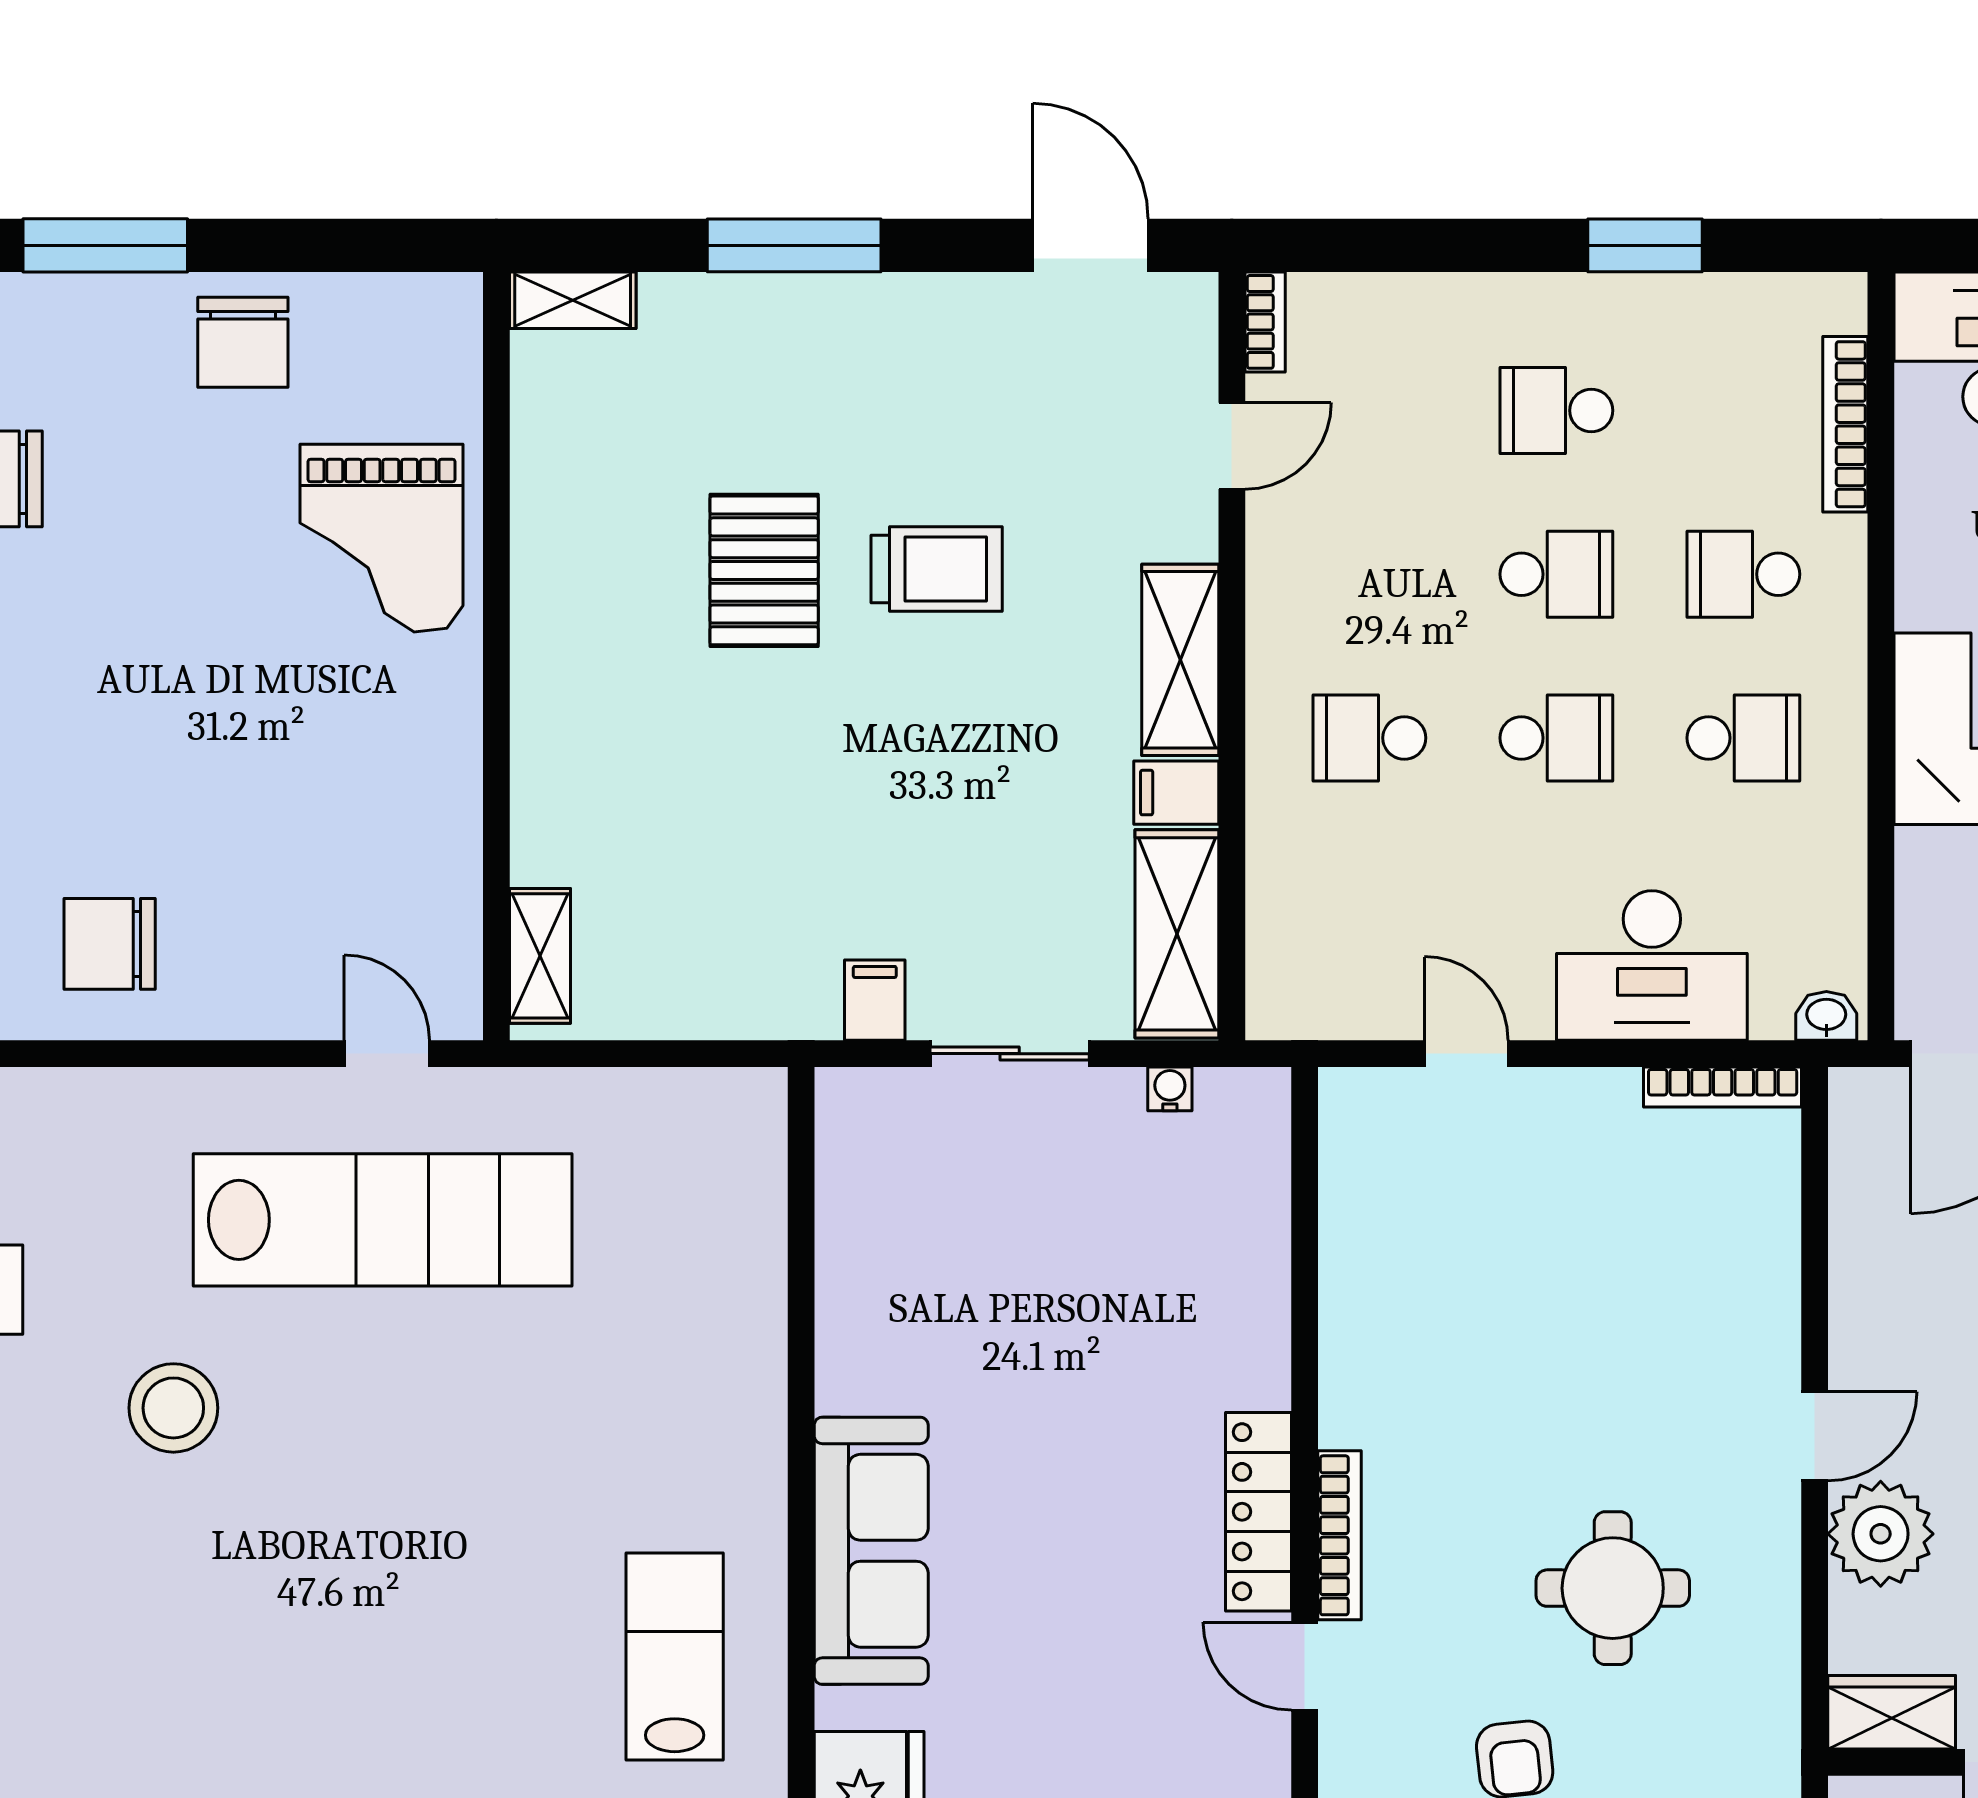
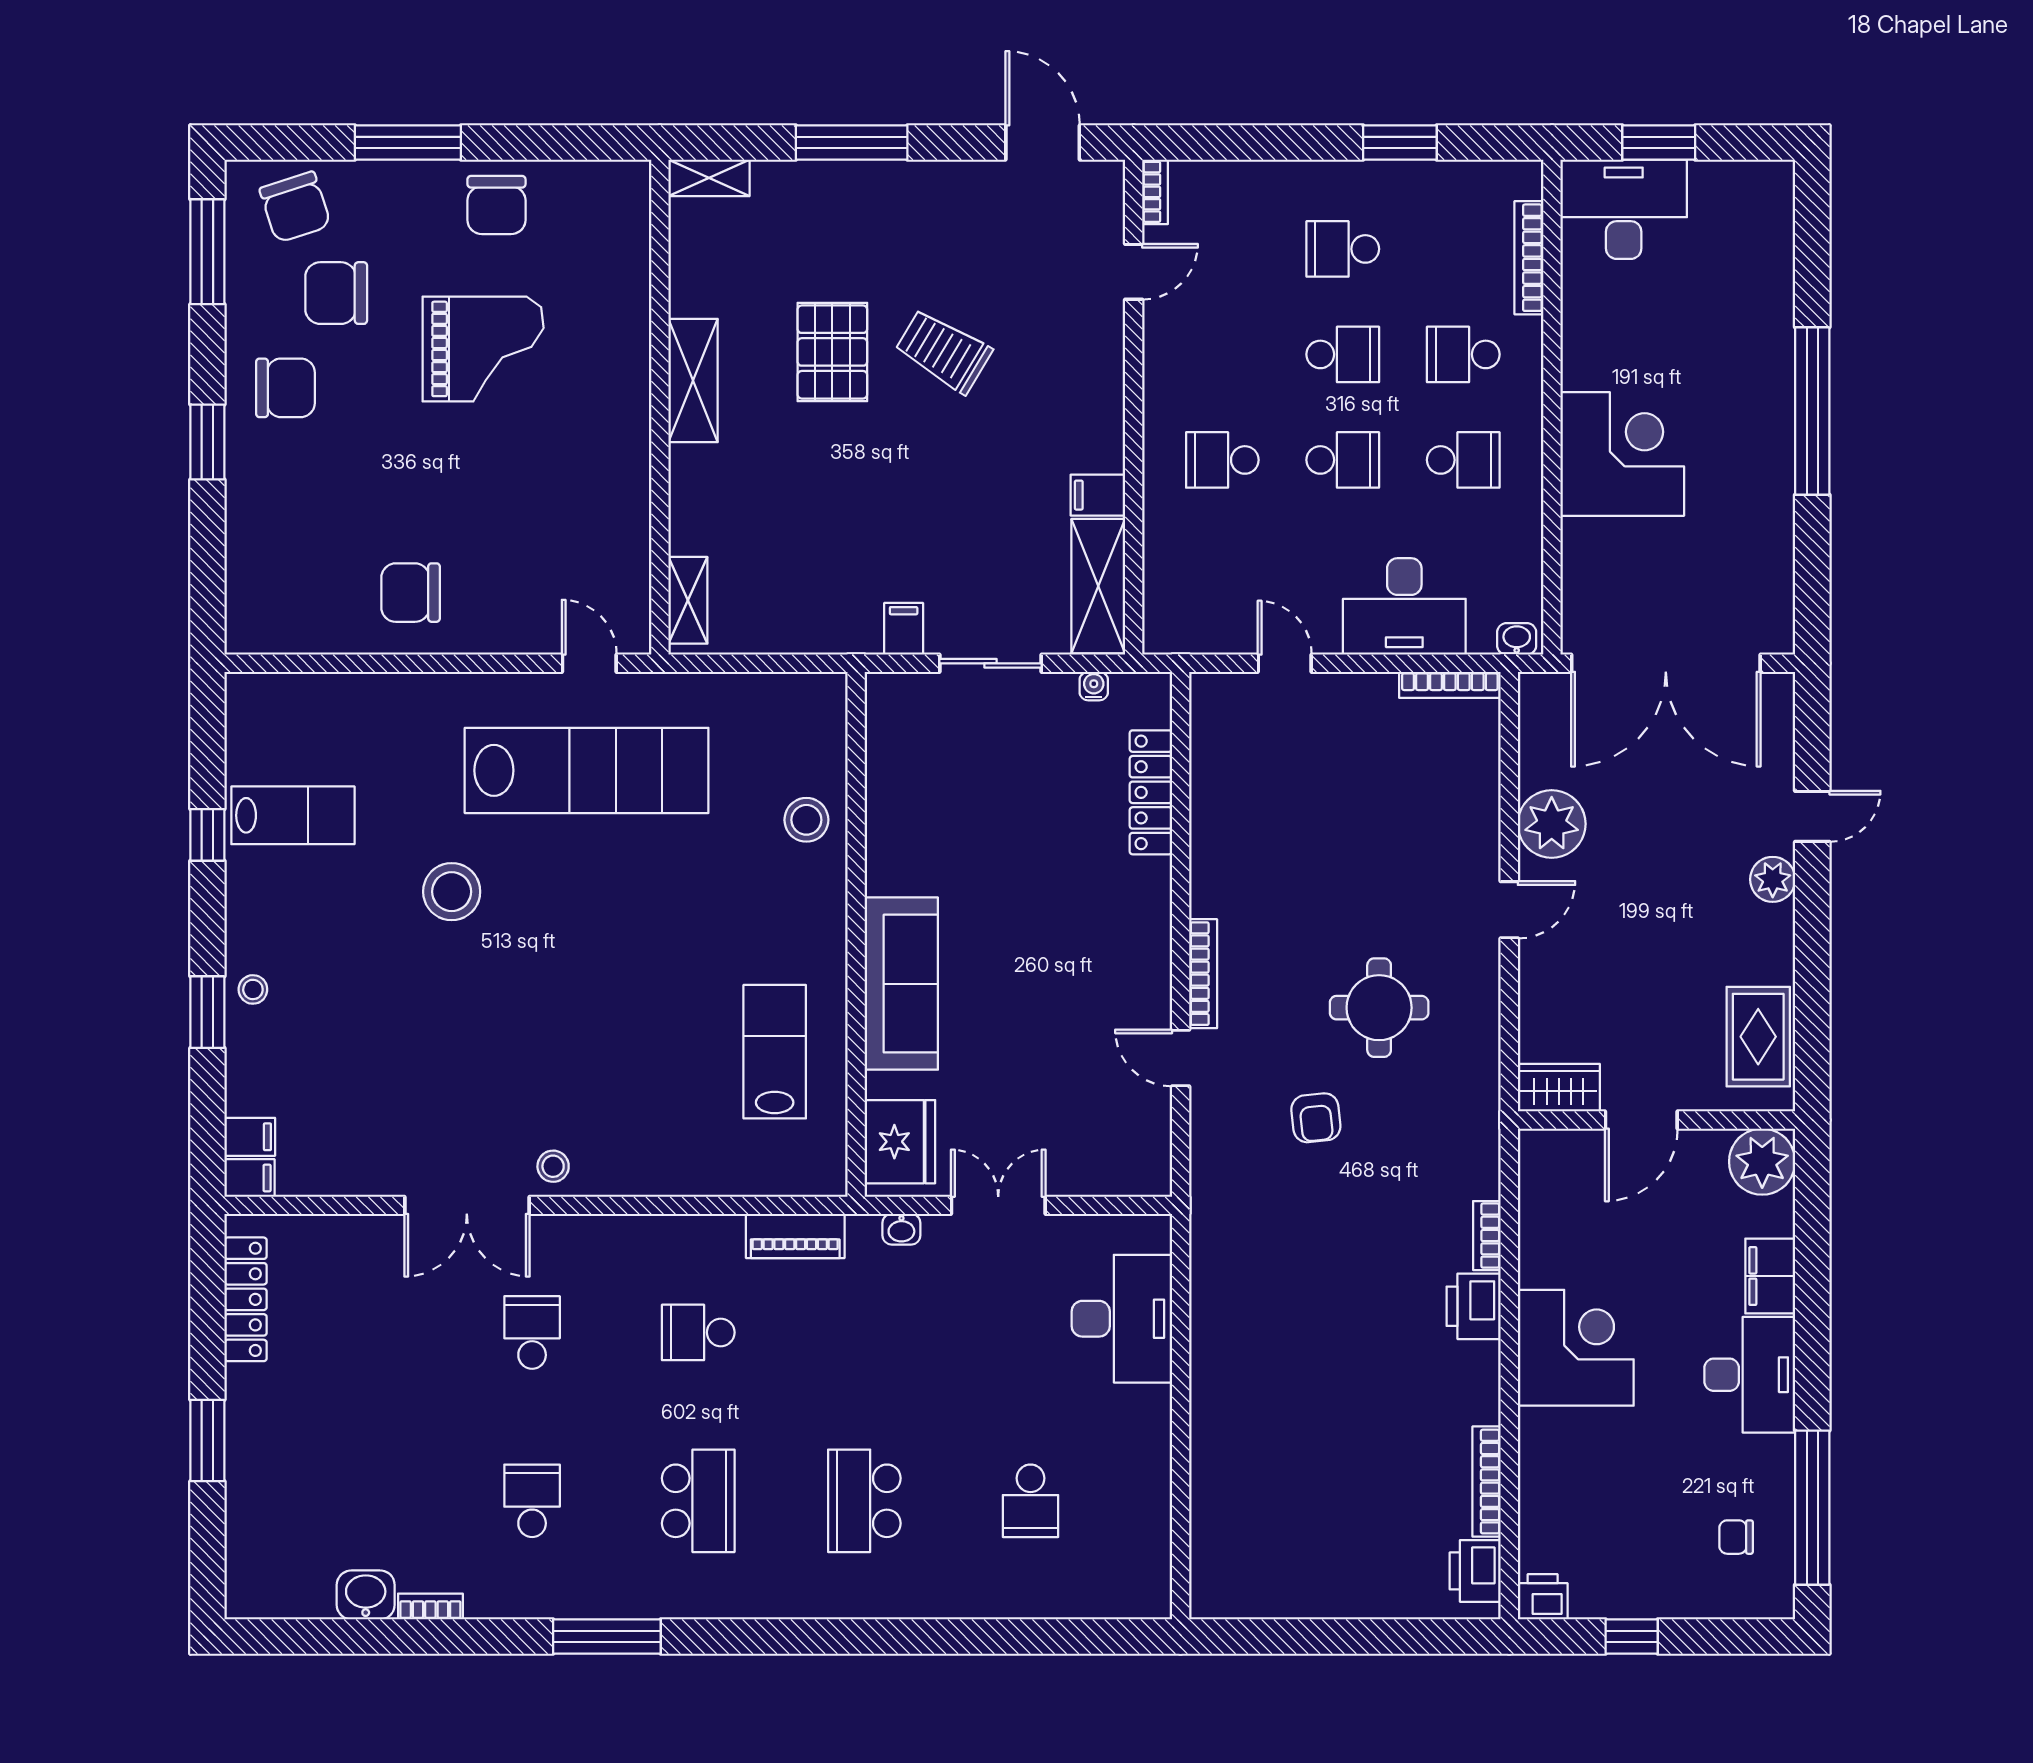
grand piano: (381, 538) -> (483, 349), moved, turned -90
trolley: (937, 569) -> (943, 351), turned -149
shelving: (1180, 660) -> (693, 380), moved
stool: (724, 1297) -> (806, 820), added
locker: (1258, 1512) -> (1151, 792), moved
plant: (1881, 1534) -> (1552, 824), moved

